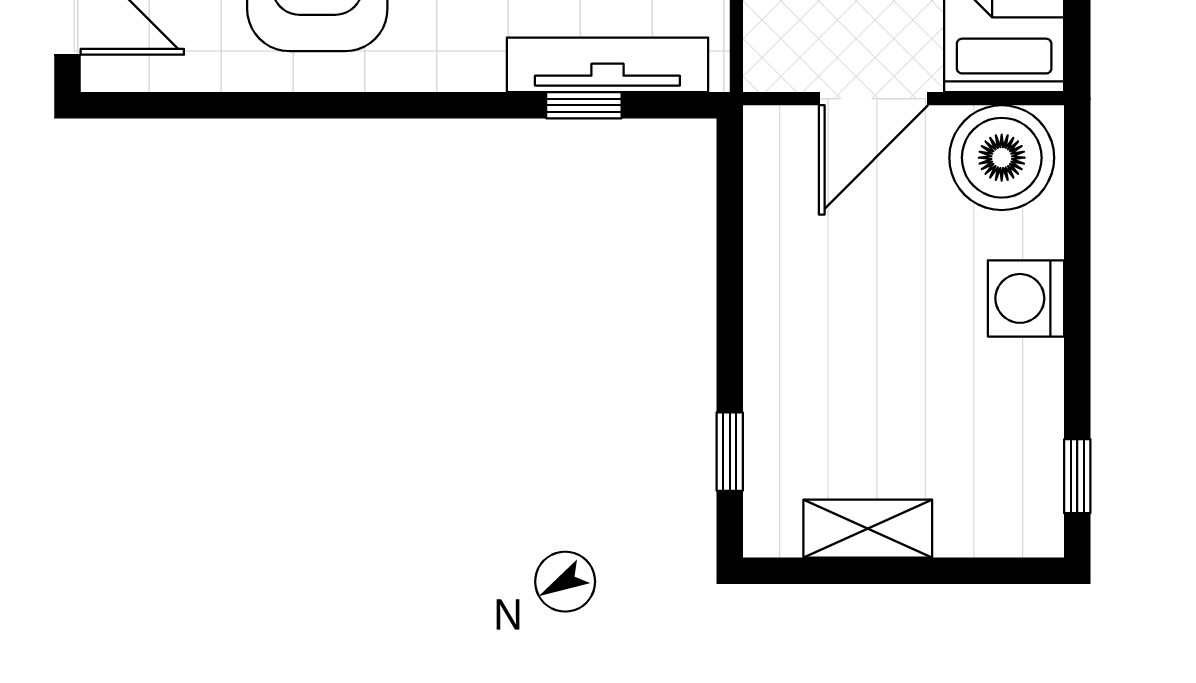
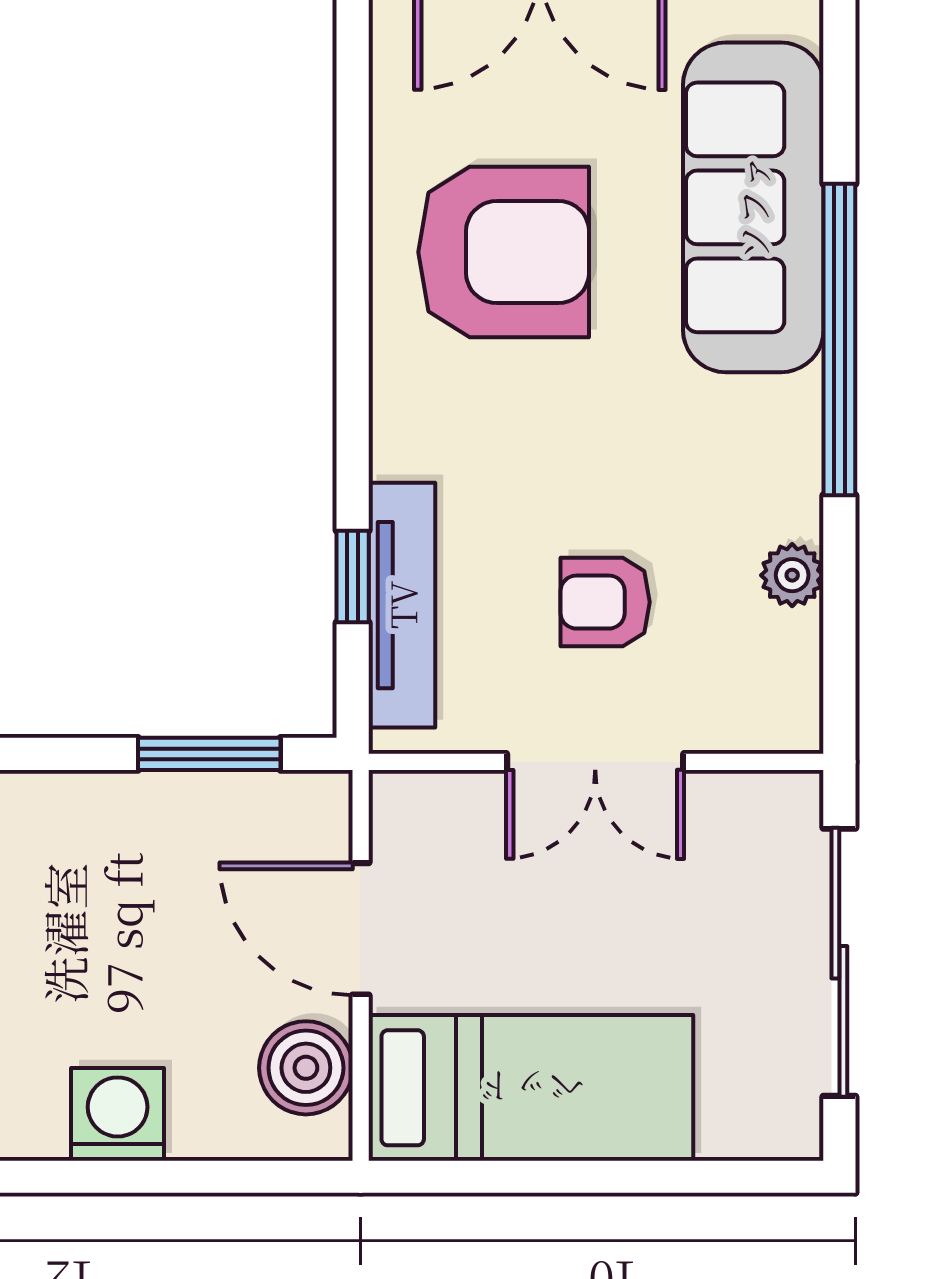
boiler: (1002, 158) -> (306, 1068), width x0.73, depth x0.73
window: (730, 223) -> (209, 754), added

